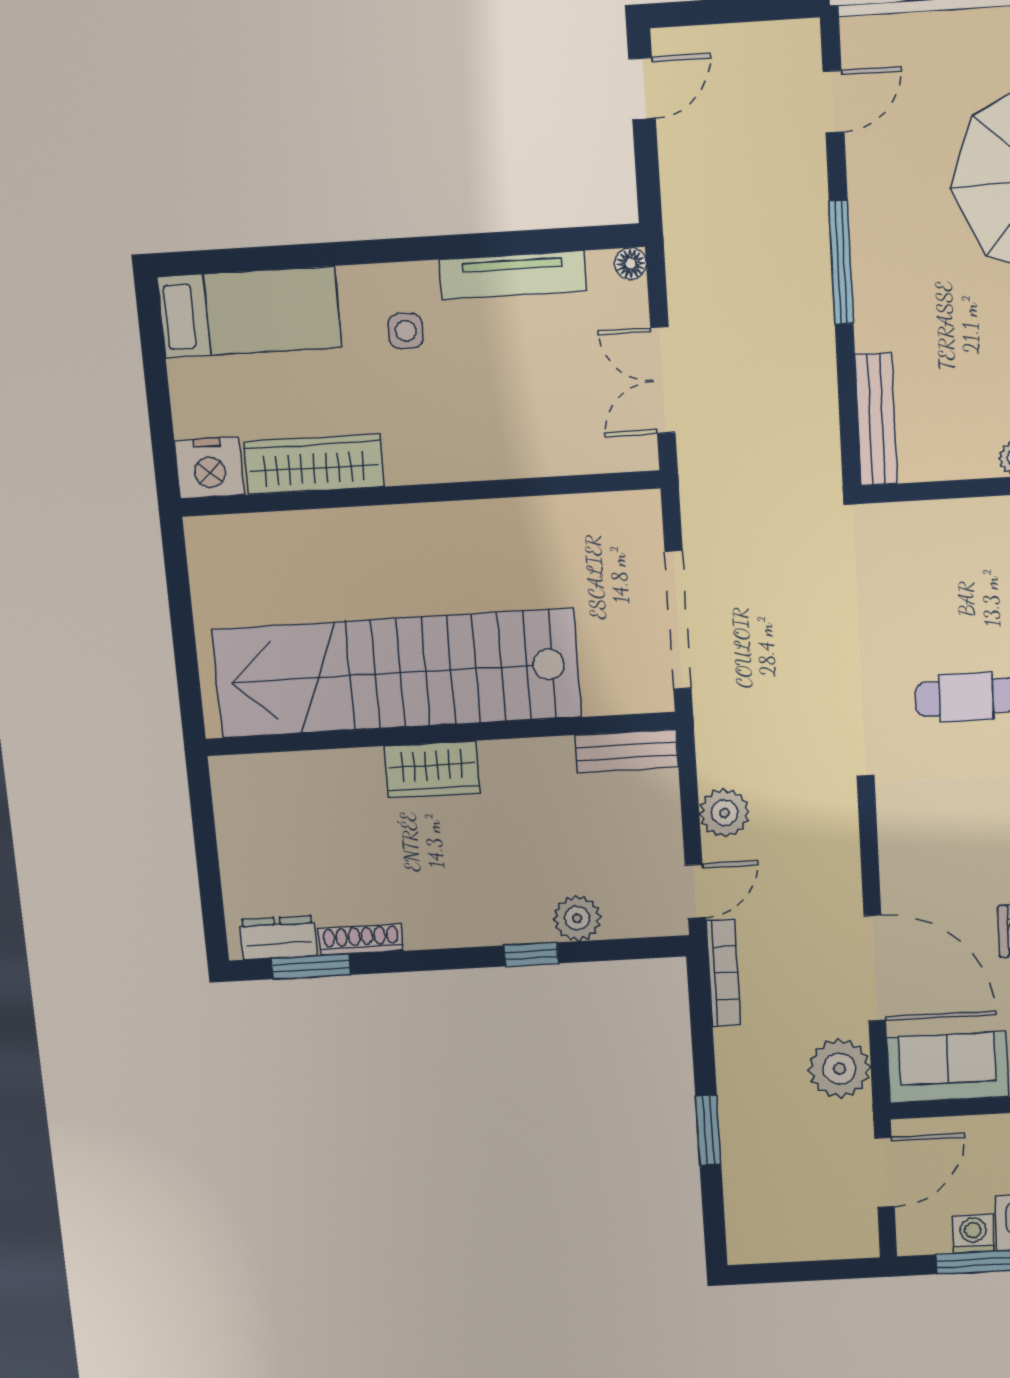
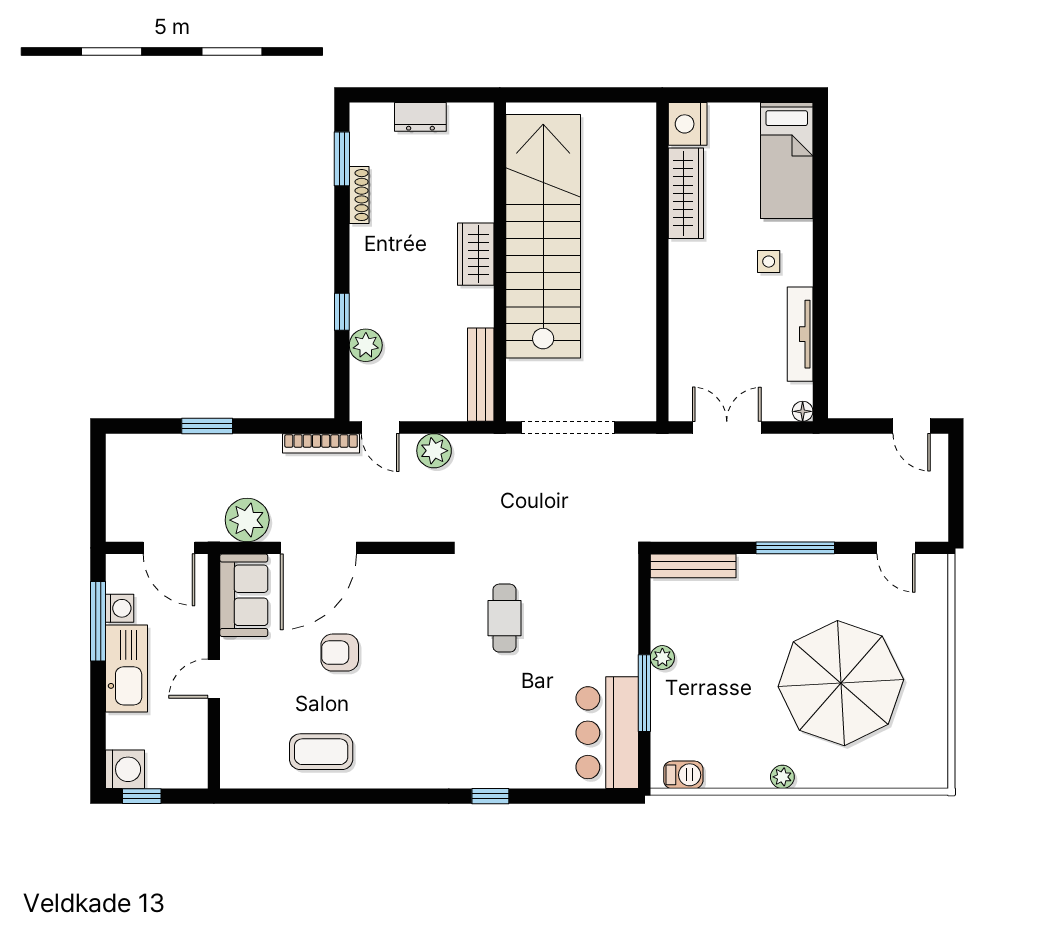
bench: (627, 751) -> (481, 375), width x1.36
dresser: (278, 938) -> (420, 117), moved, turned 90

